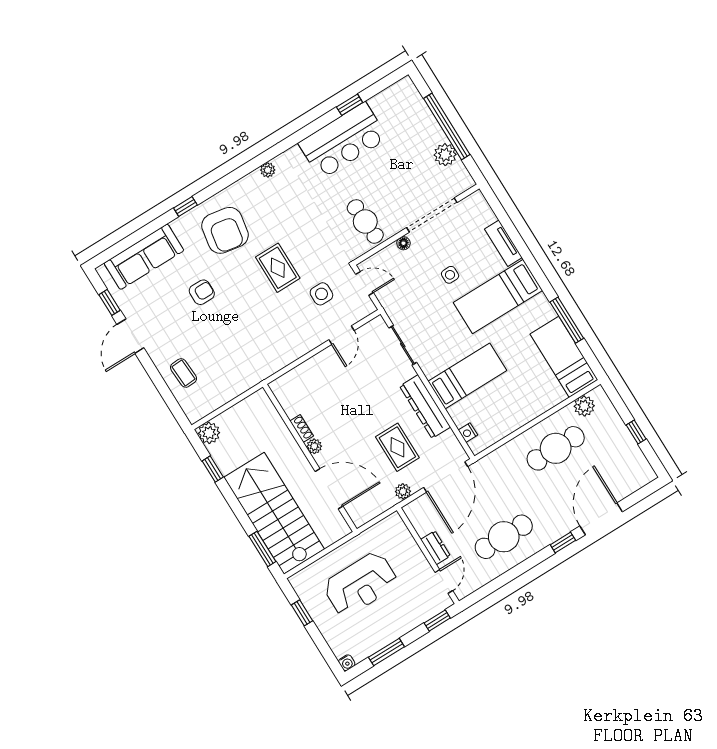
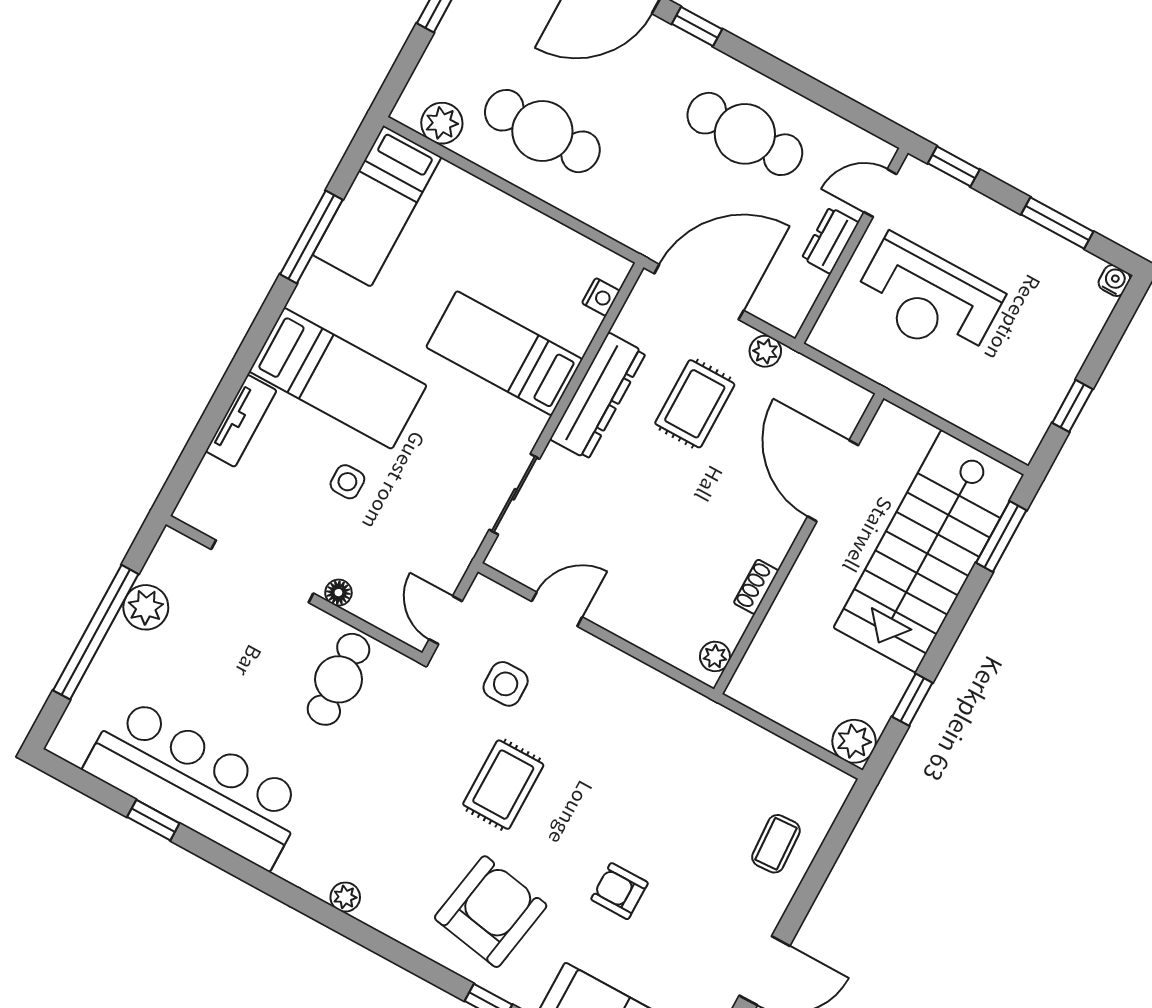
bar counter: (343, 141) -> (196, 783), width x1.36
plant: (314, 446) -> (715, 656), moved
reception desk: (361, 584) -> (928, 299), moved, turned 180

